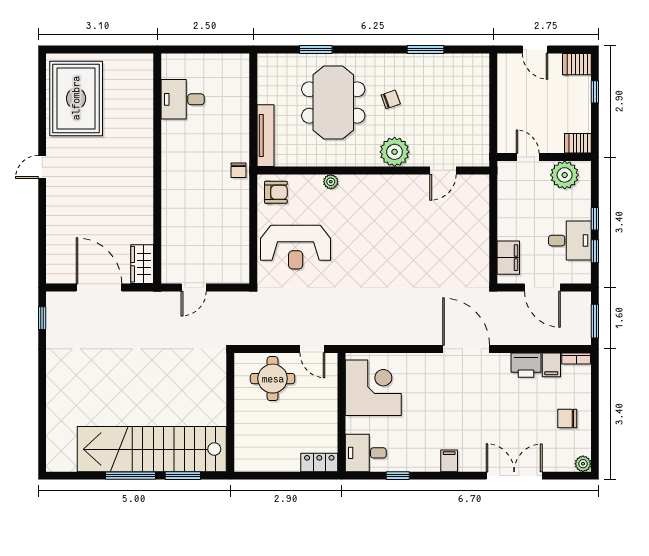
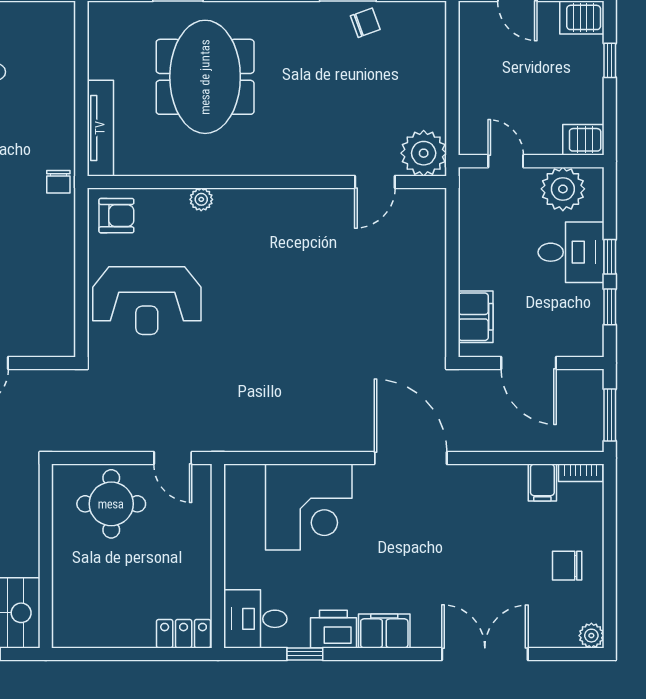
chair: (391, 99) -> (365, 23), moved
plant: (395, 152) -> (424, 153), moved
desk: (570, 241) -> (571, 252), moved
printer: (526, 365) -> (333, 629), moved, turned 180
corner desk: (373, 388) -> (309, 507), moved, turned 90
filing cabinet: (449, 461) -> (384, 631), width x2.00

